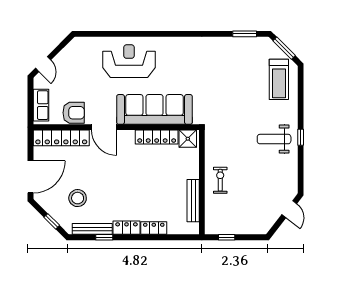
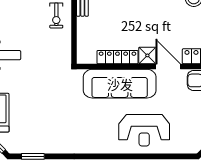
shower: (188, 139) -> (147, 55), moved

